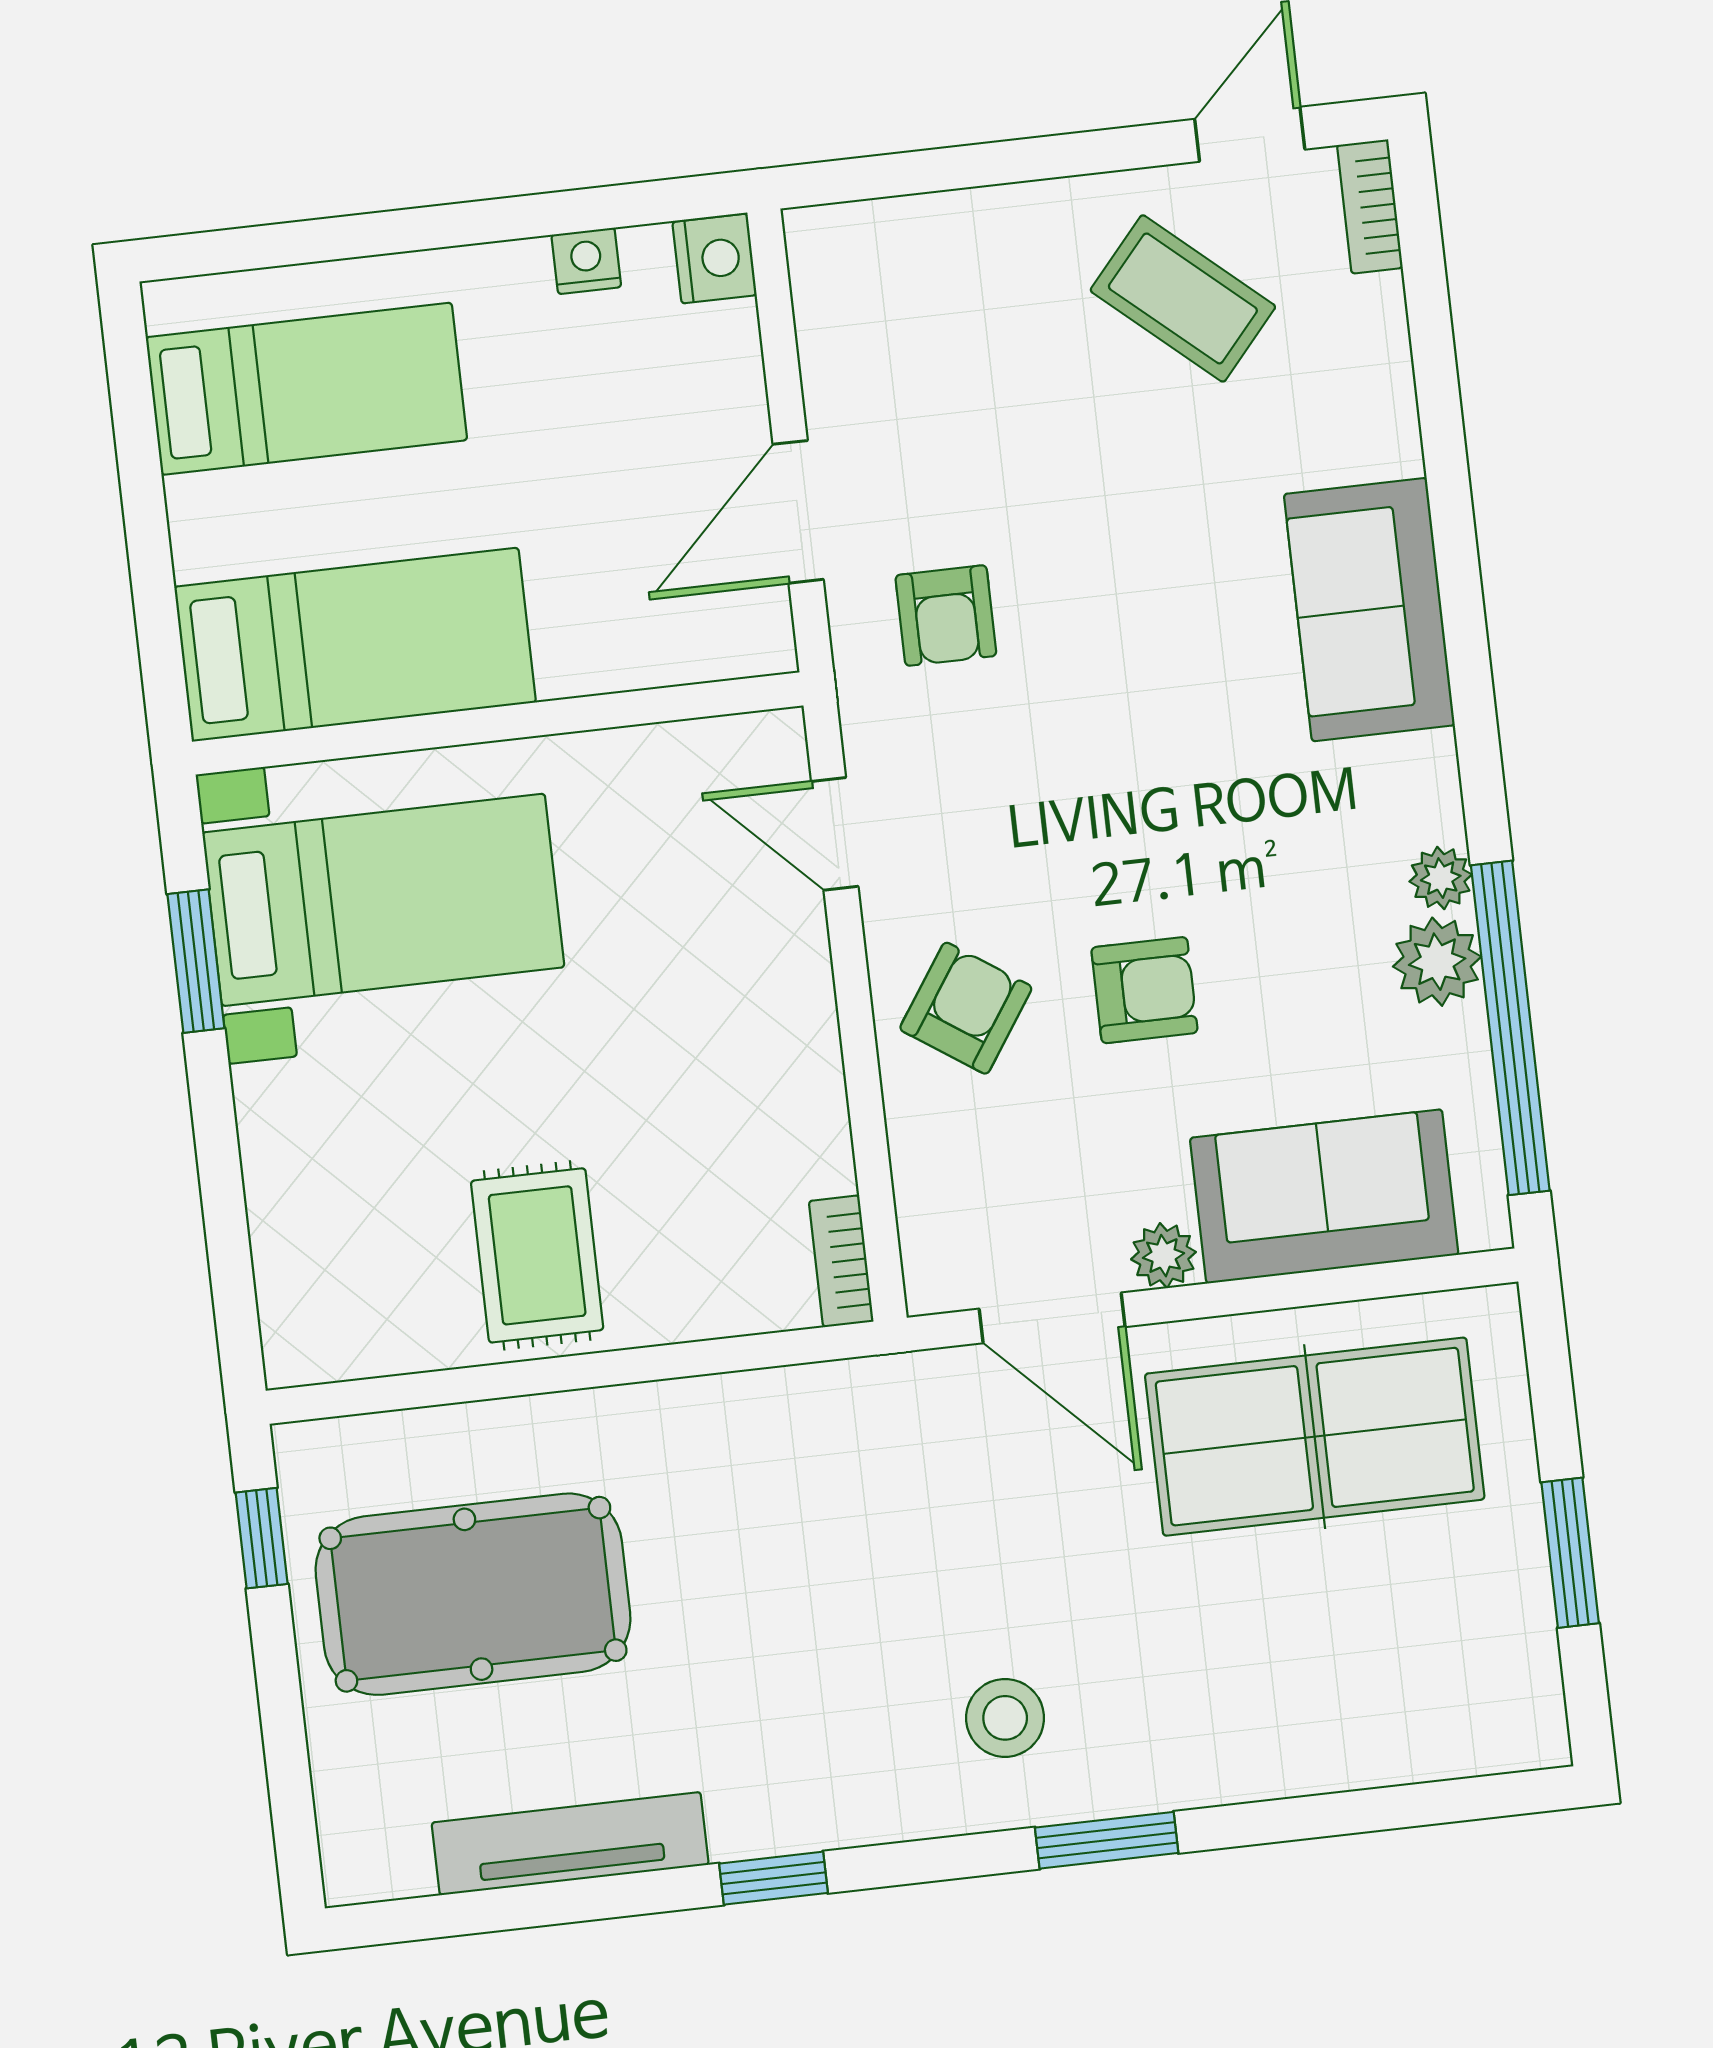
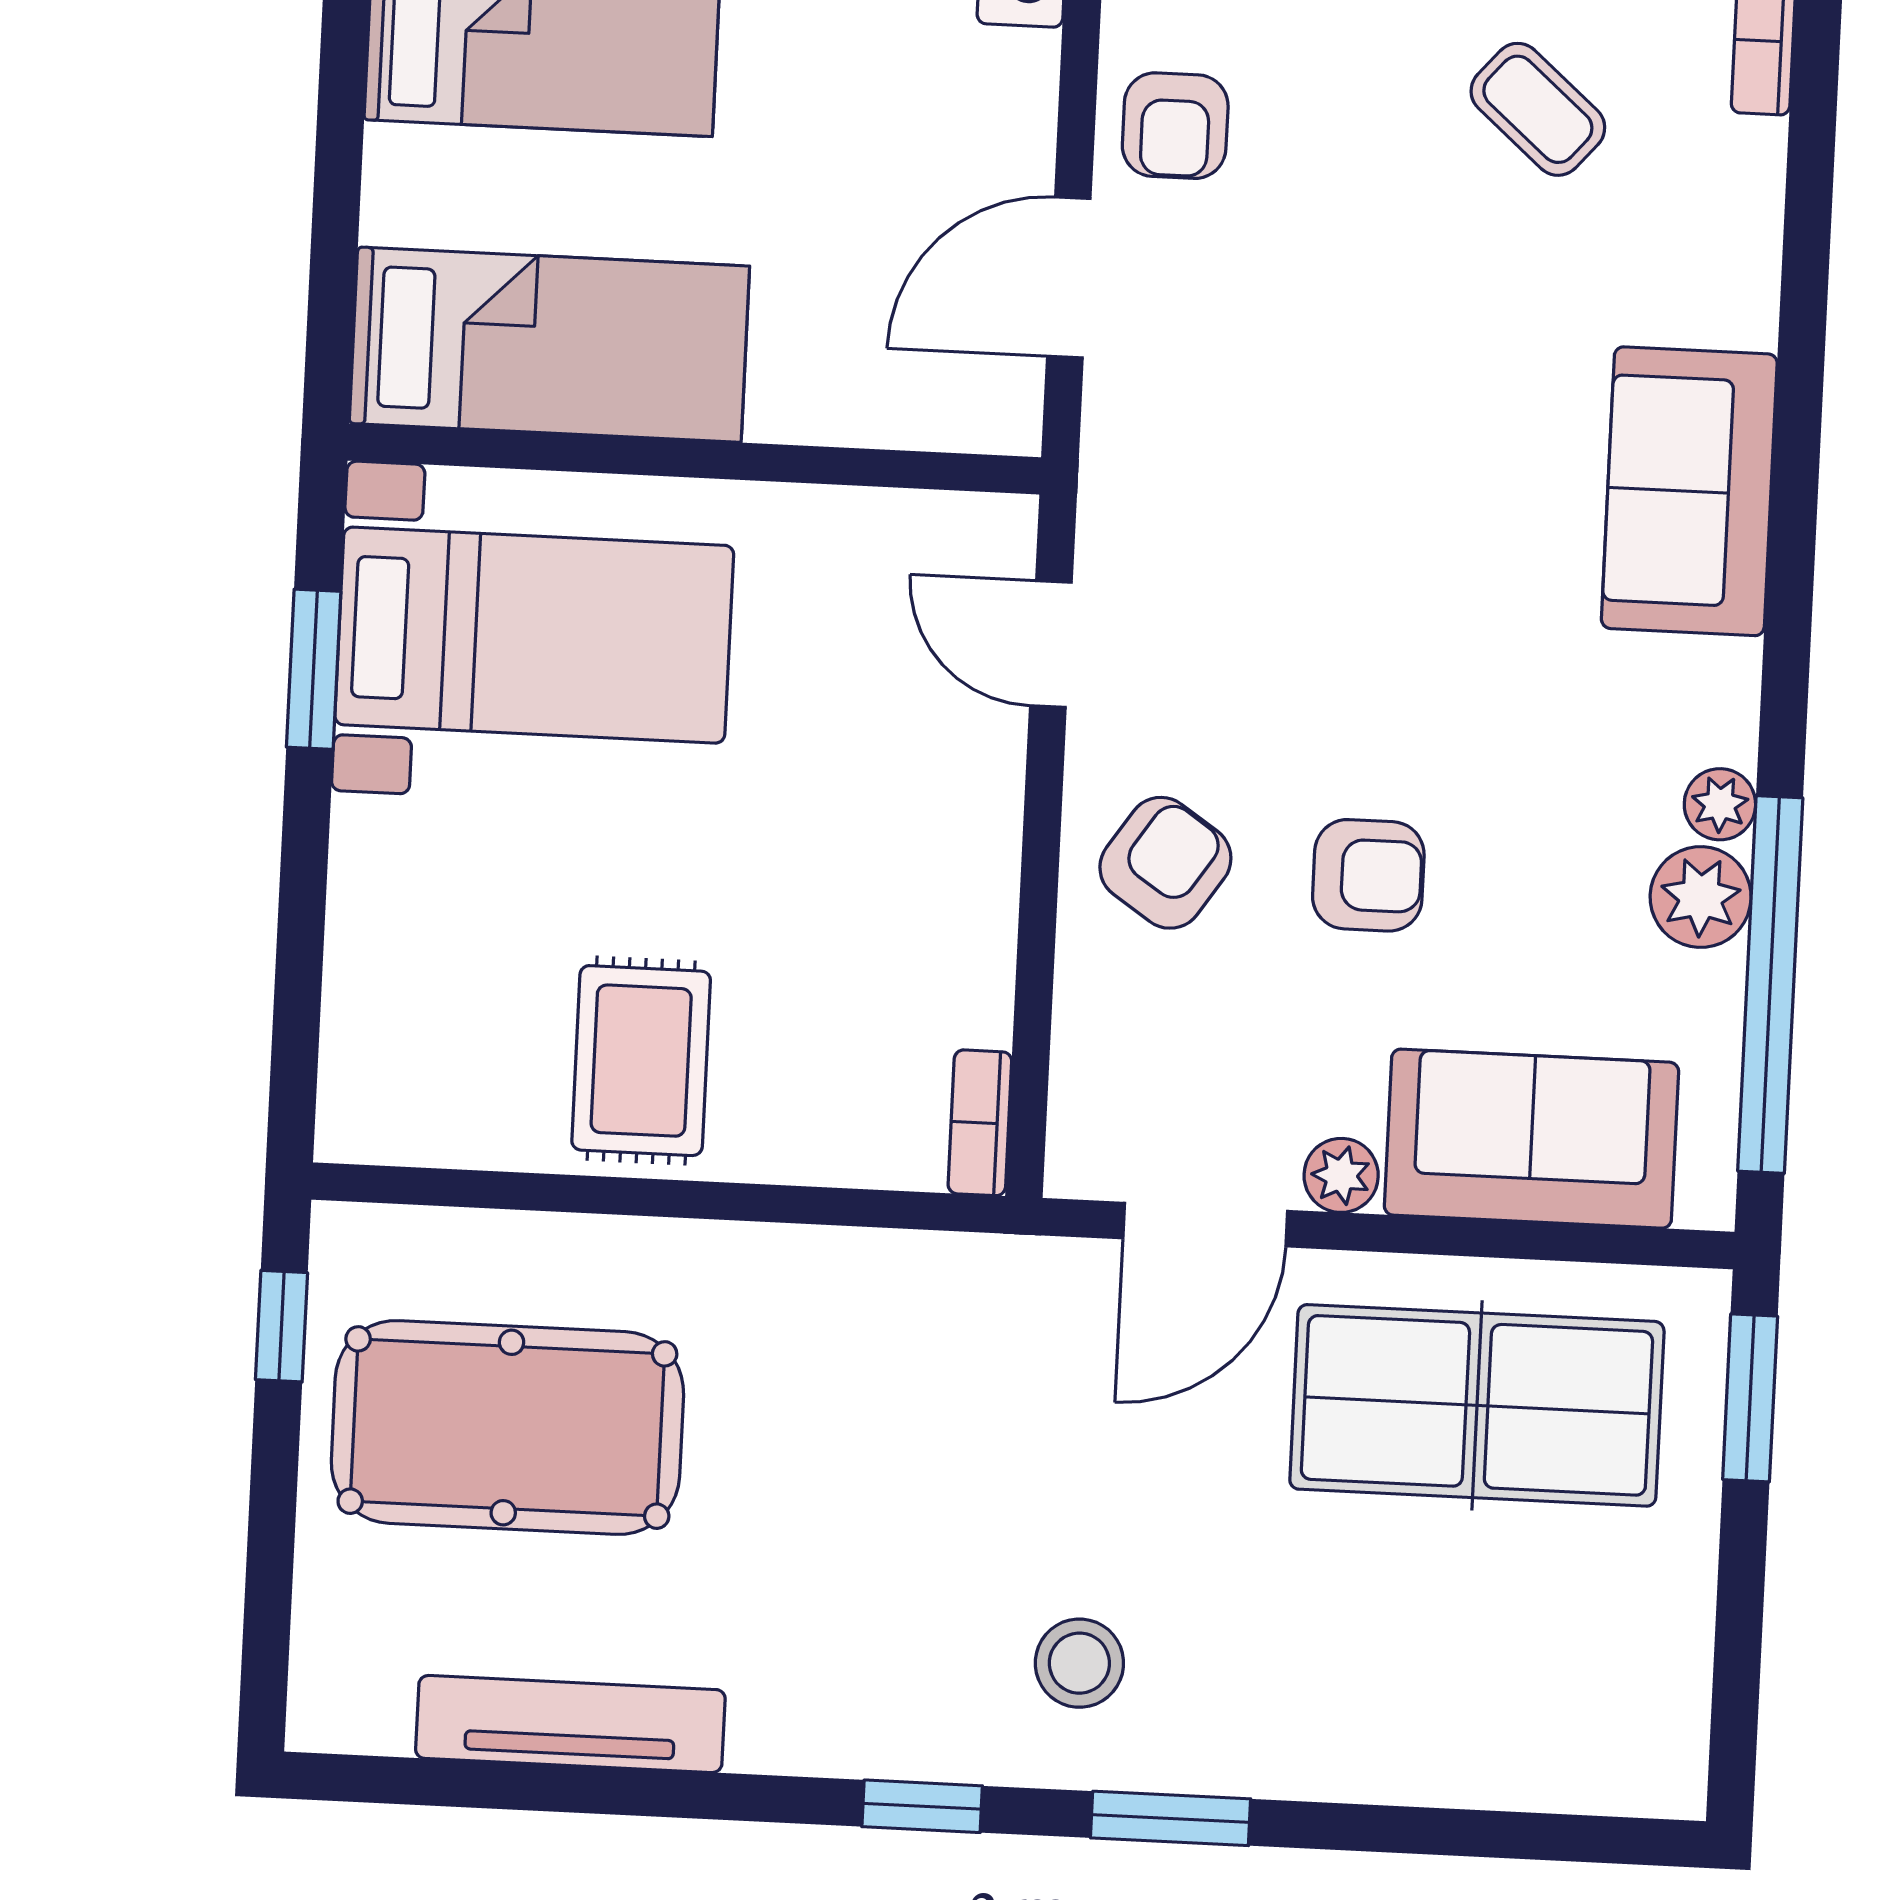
coffee table: (1183, 298) -> (1538, 109), width x0.73, depth x0.77
armchair: (946, 616) -> (1175, 126), moved
door: (1052, 1318) -> (1205, 1225), hinge flipped
window: (1570, 1553) -> (1750, 1398), moved
window: (773, 1878) -> (922, 1806), moved

